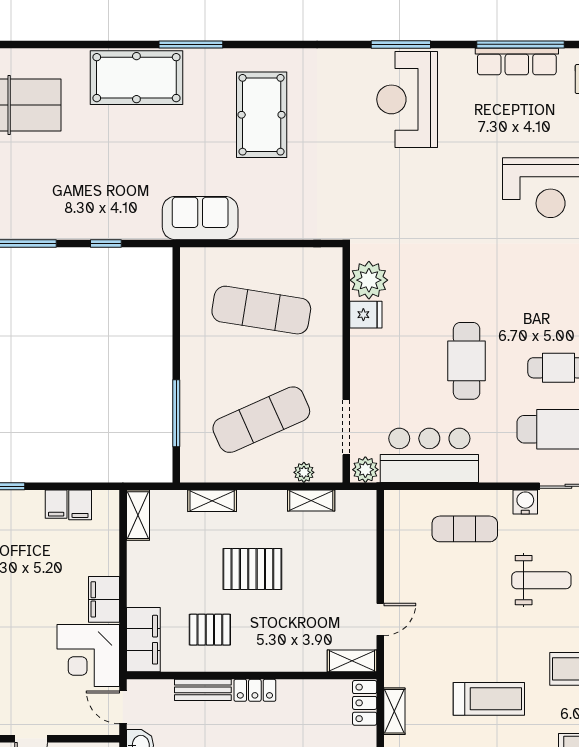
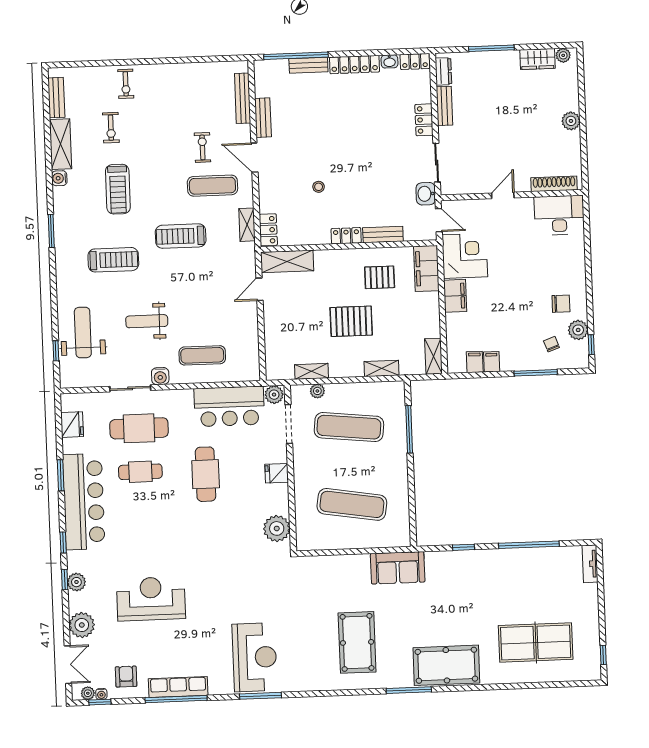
fridge: (366, 315) -> (277, 473), moved
exercise mat: (261, 420) -> (349, 427), turned 30
shelving: (352, 661) -> (287, 261), width x1.50, depth x1.33

